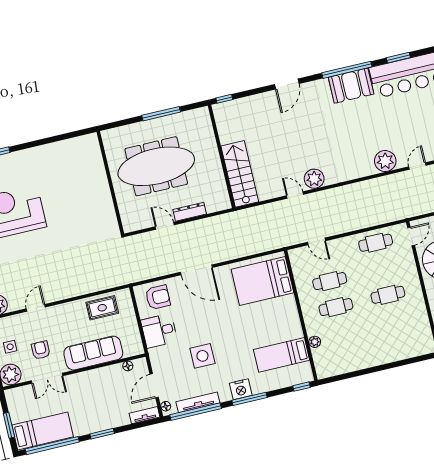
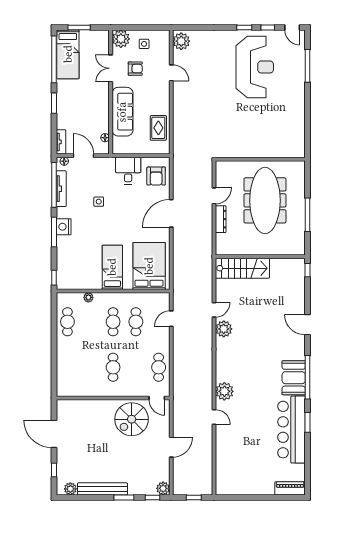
bed: (282, 355) -> (112, 267), moved
side table: (202, 356) -> (99, 202), width x0.54, depth x0.54
cafe table: (348, 359) -> (67, 322), added

